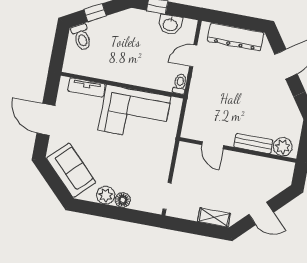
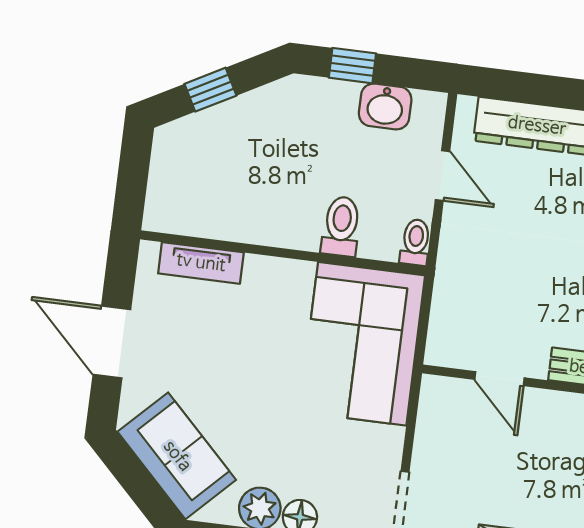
toilet: (82, 37) -> (341, 226), moved, turned -151
door: (193, 56) -> (442, 176), swing flipped
corner sofa: (135, 113) -> (362, 344), moved, turned 90

